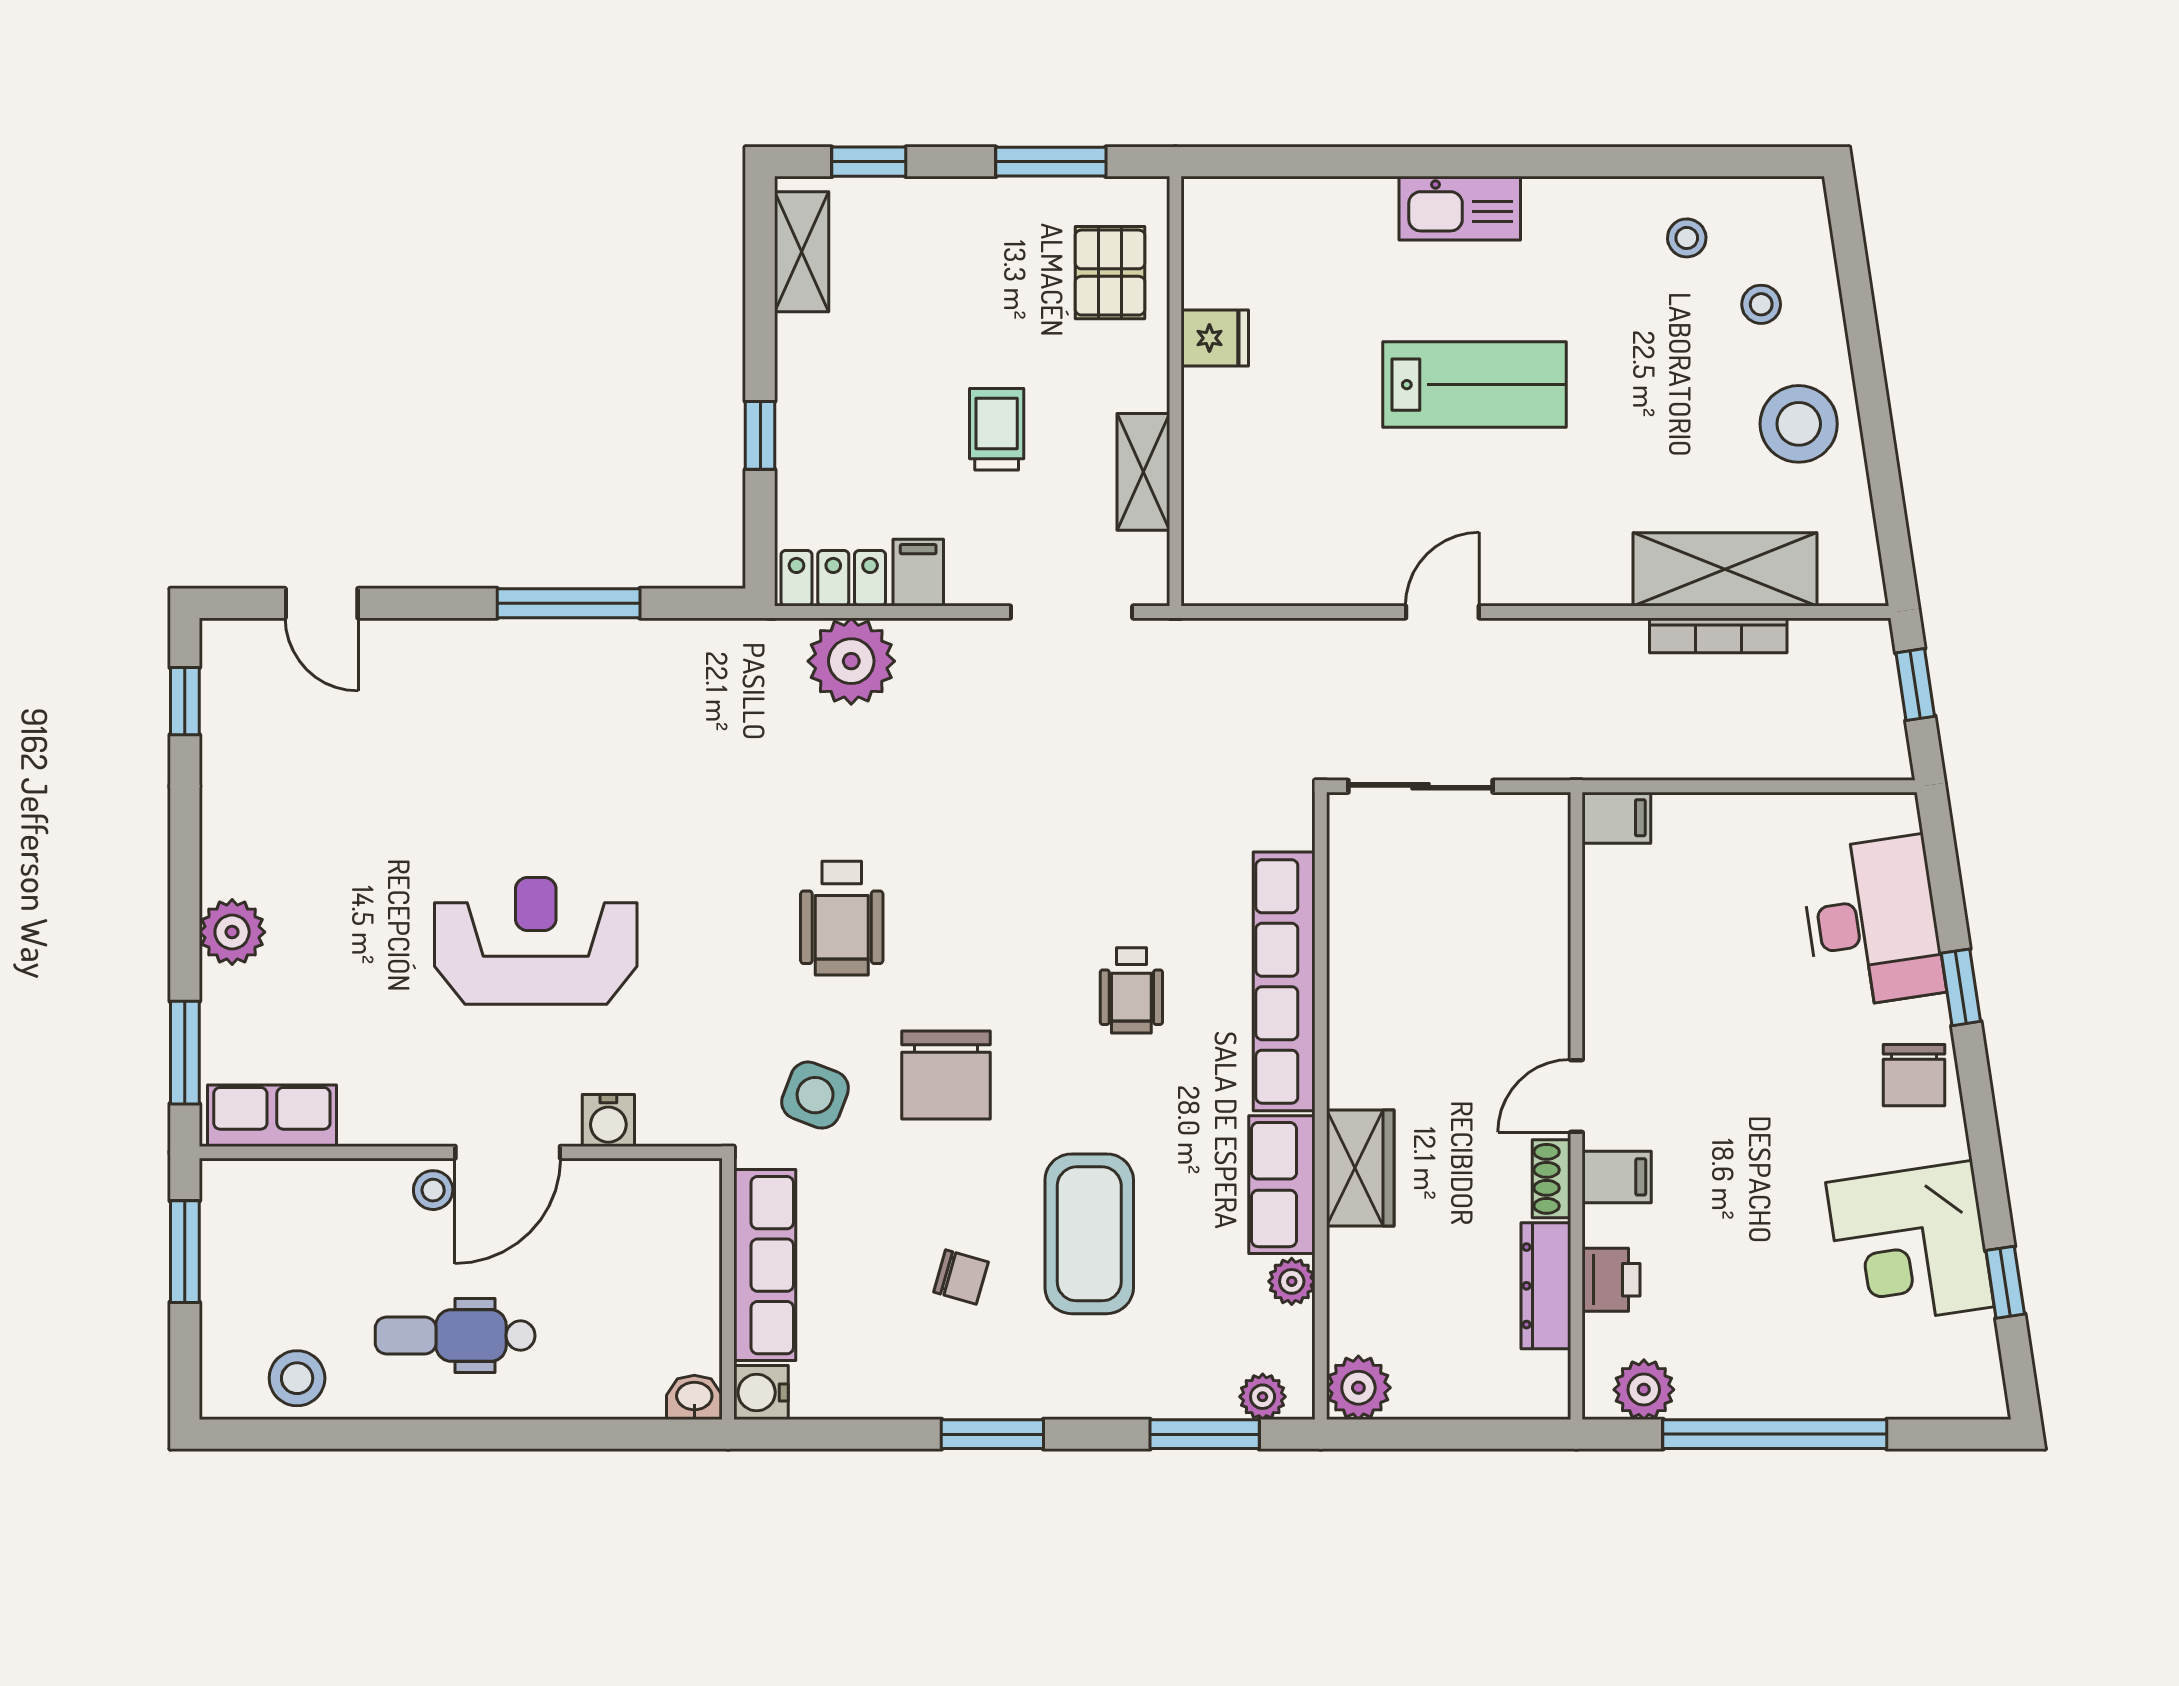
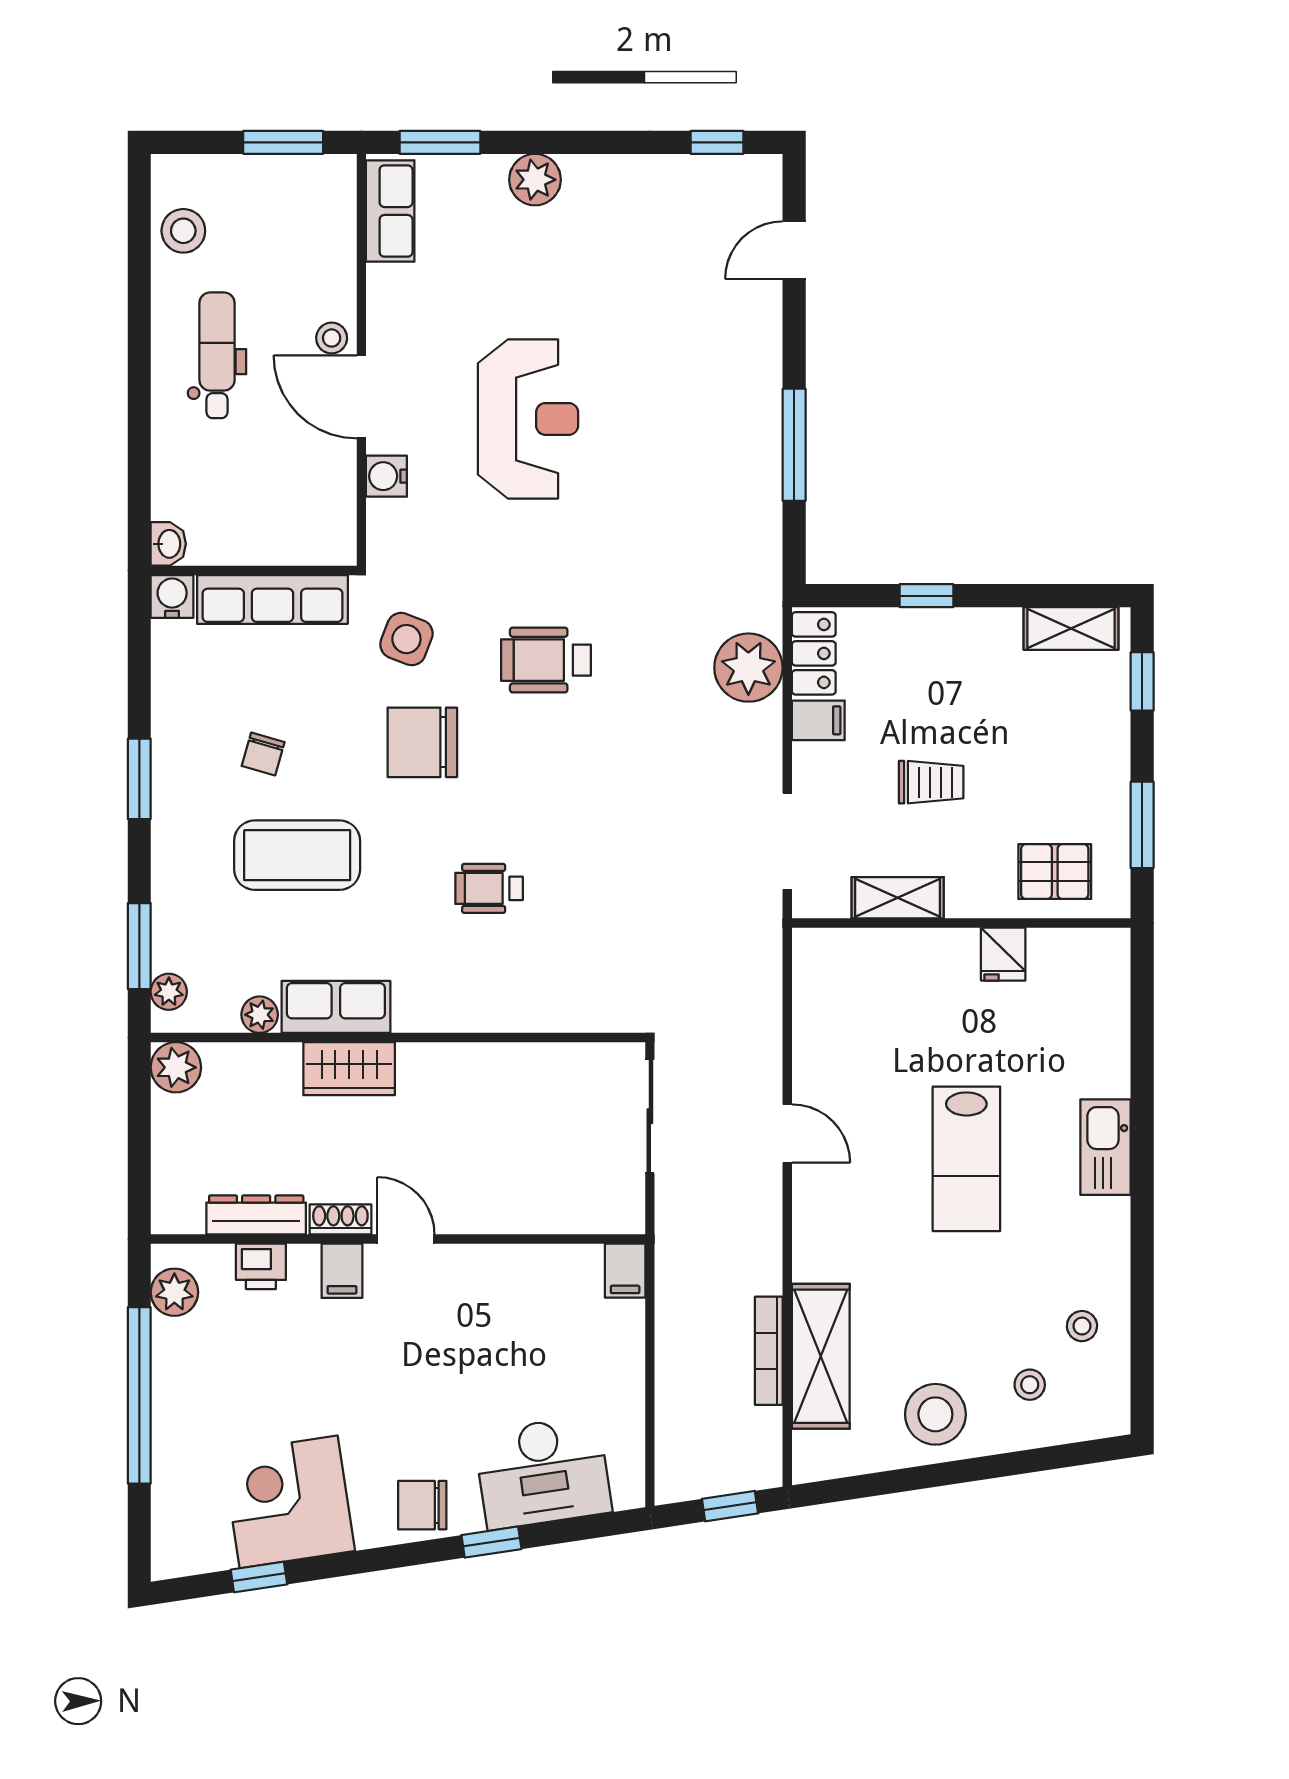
row of seats: (1284, 981) -> (496, 1009), removed

